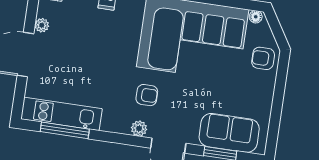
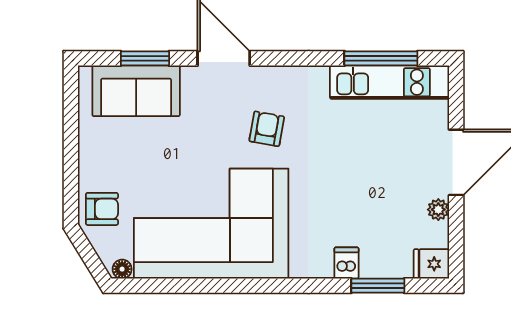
armchair: (147, 95) -> (267, 129), turned 100
plant: (139, 129) -> (271, 77), removed

